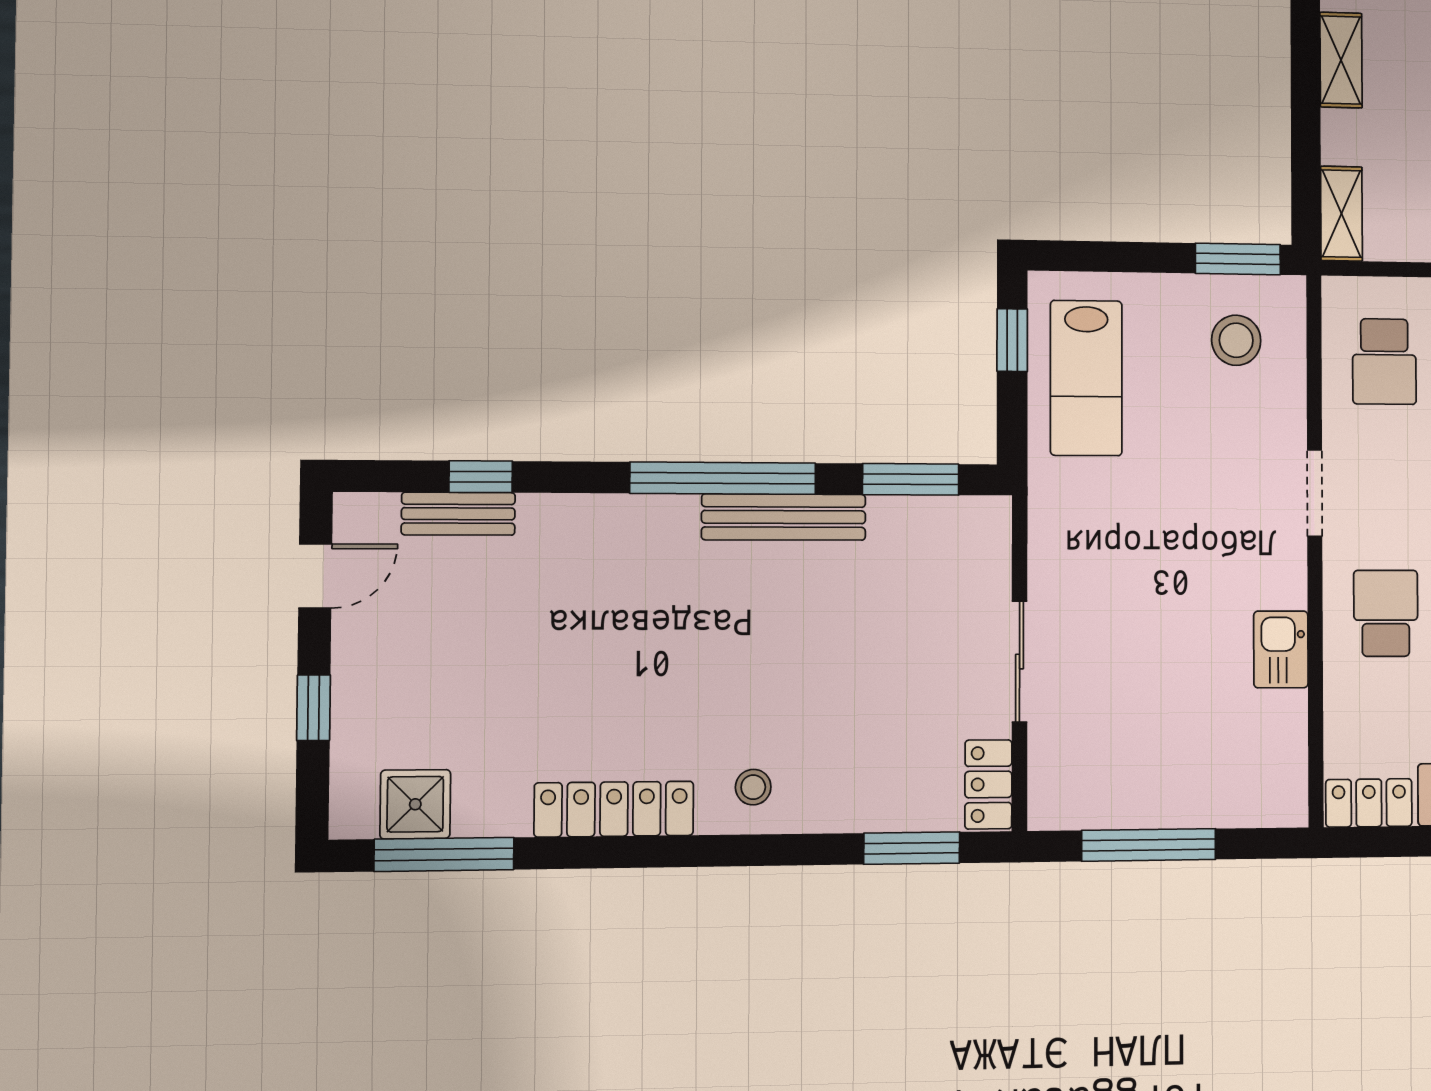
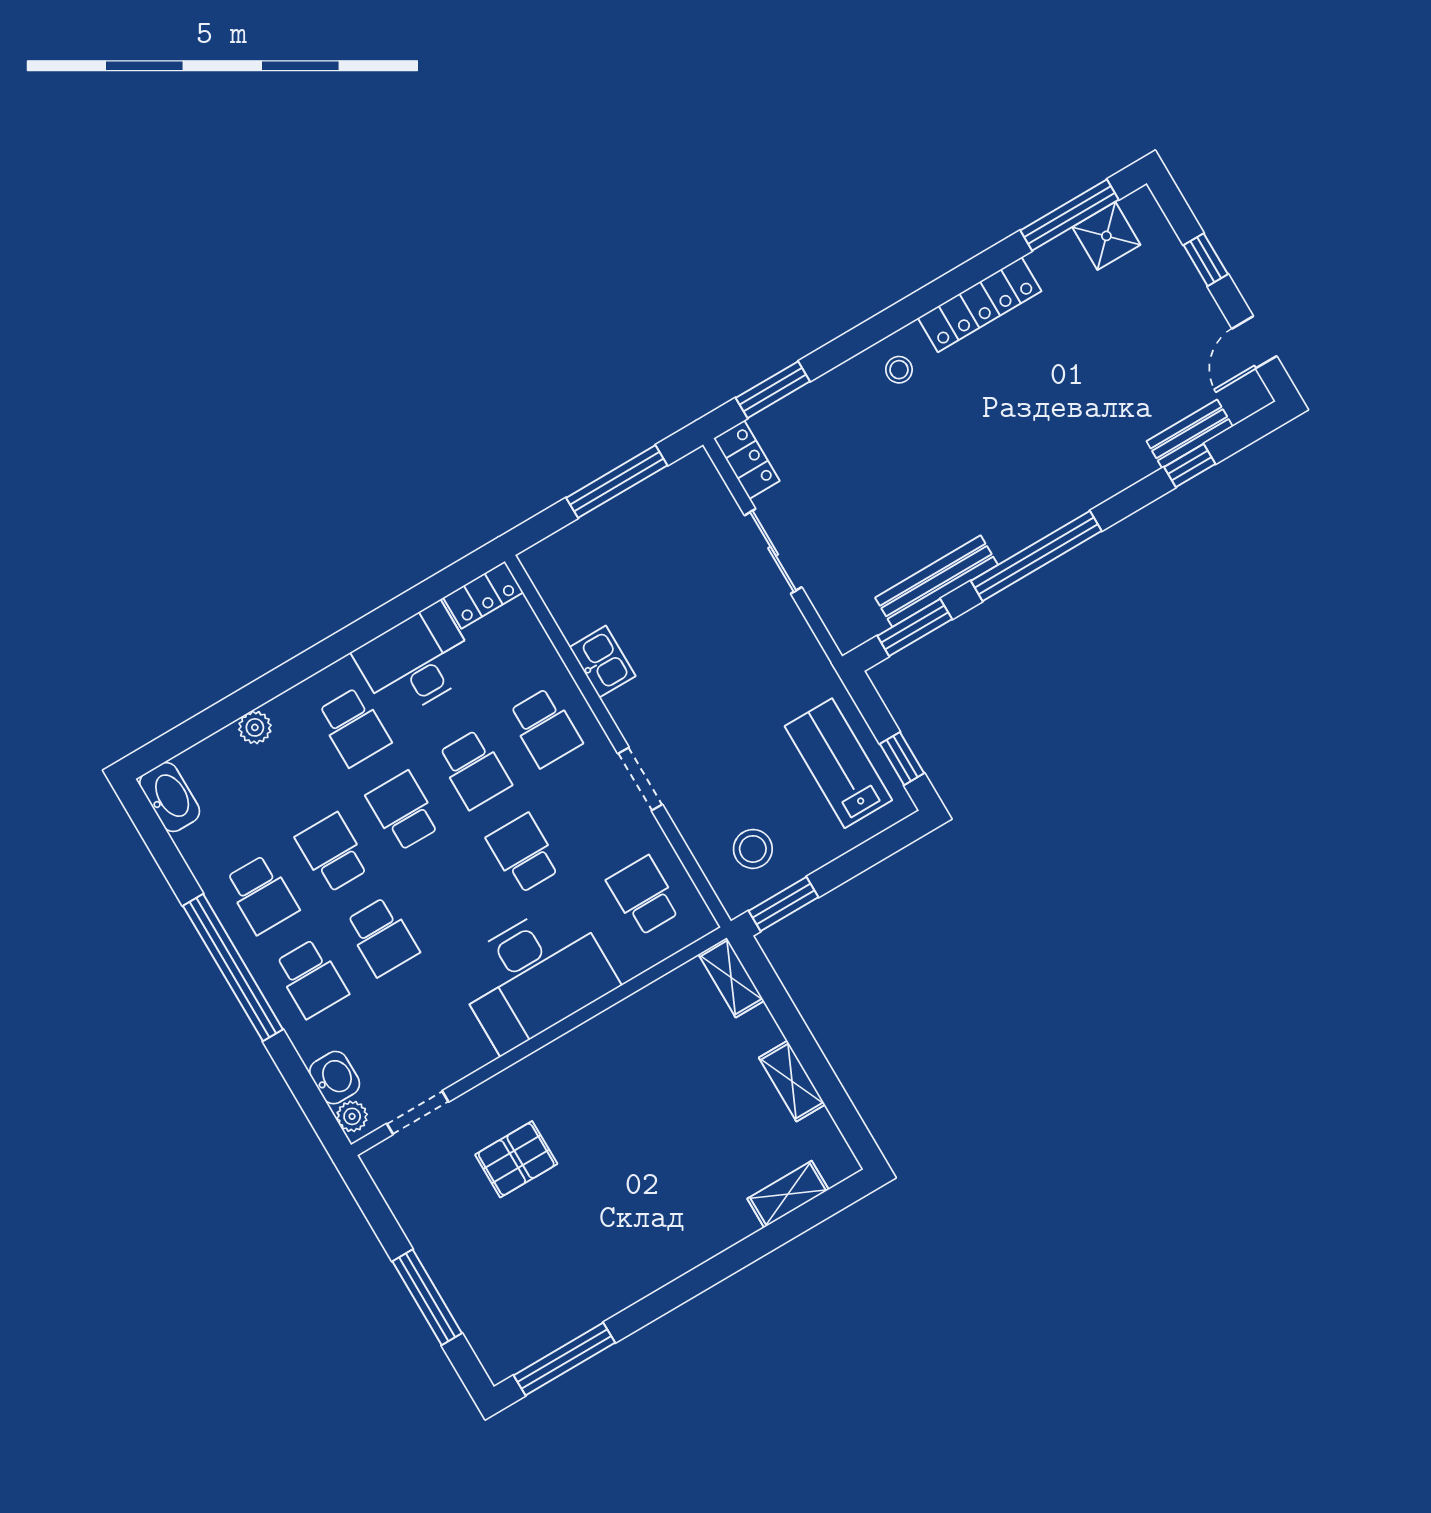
bench: (784, 517) -> (936, 581), moved

